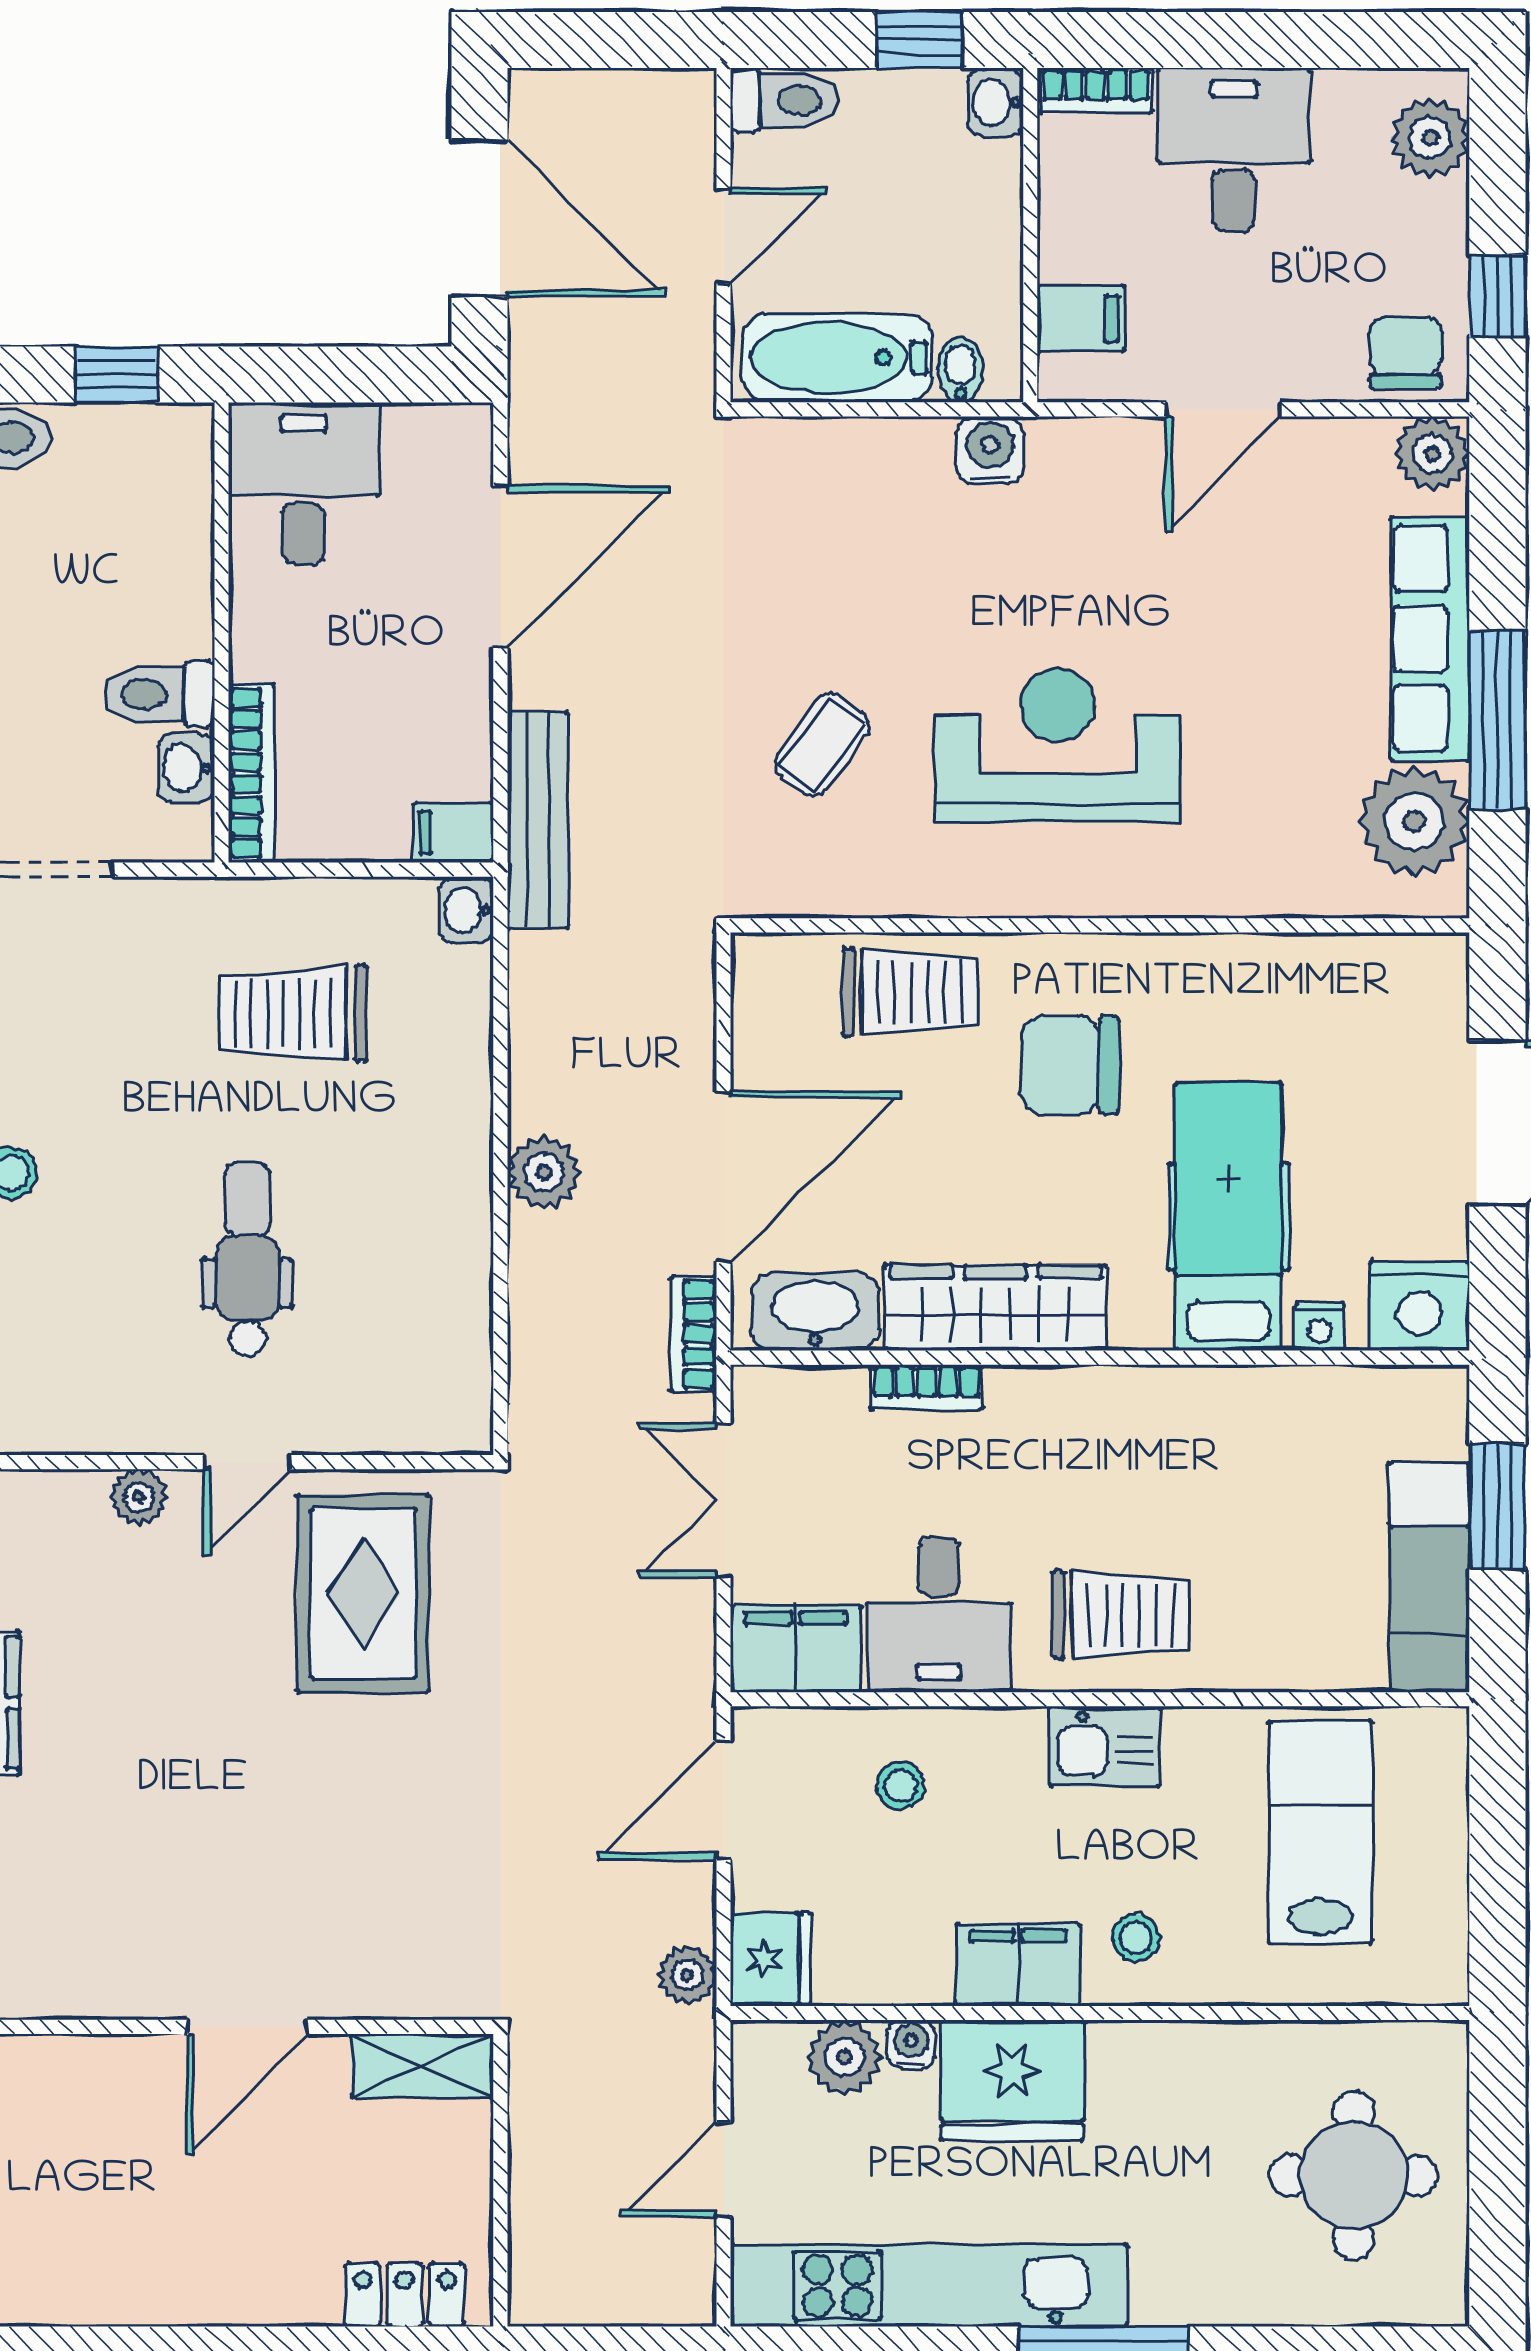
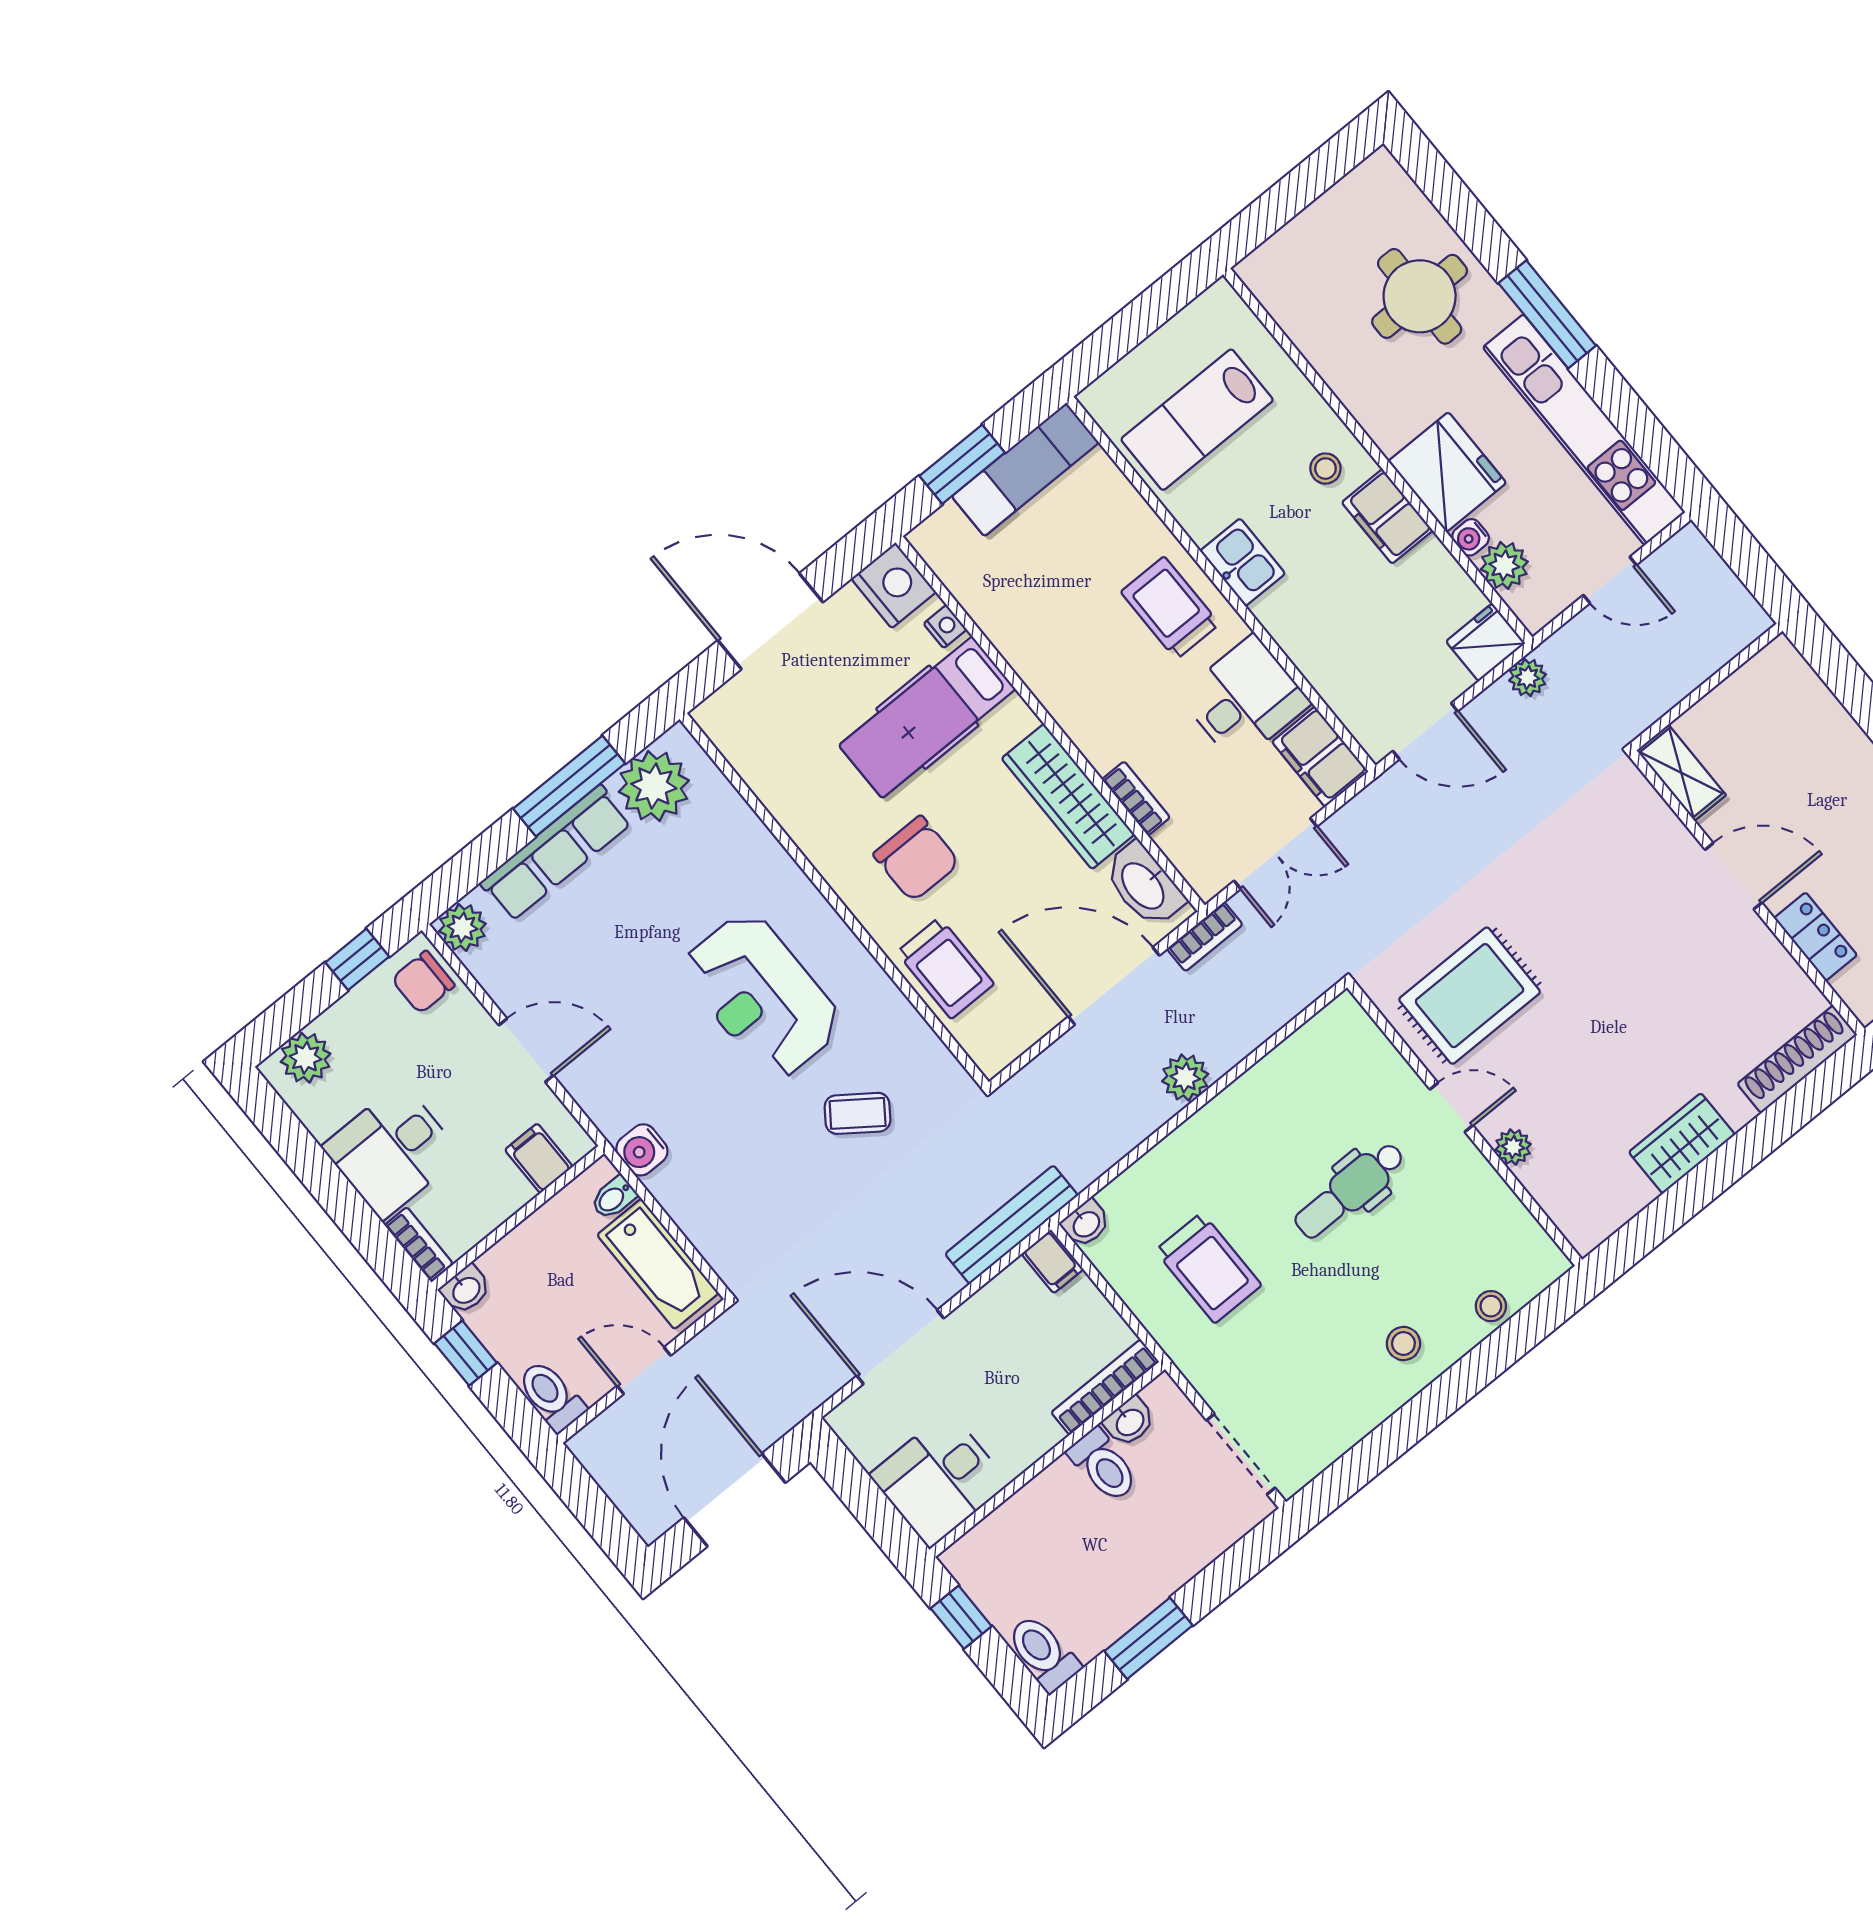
trolley: (910, 992) -> (945, 968), turned 180
stool: (900, 1785) -> (1346, 649), removed
round table: (1354, 2175) -> (1420, 296), moved
locker: (405, 2295) -> (1816, 937), moved, turned 180

